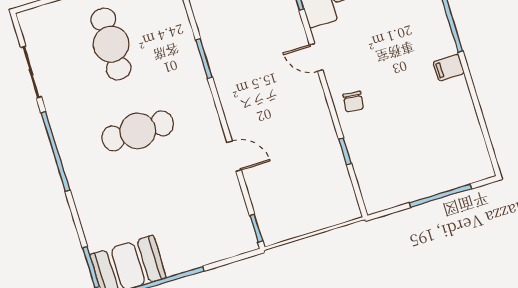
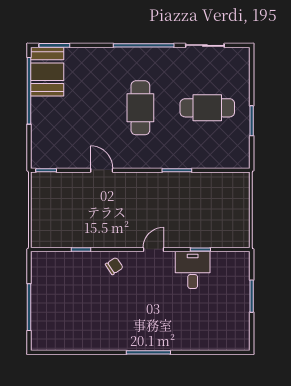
filing cabinet: (449, 67) -> (118, 341), removed
chair: (353, 102) -> (114, 266), turned 140
door: (234, 156) -> (102, 170), swing flipped

